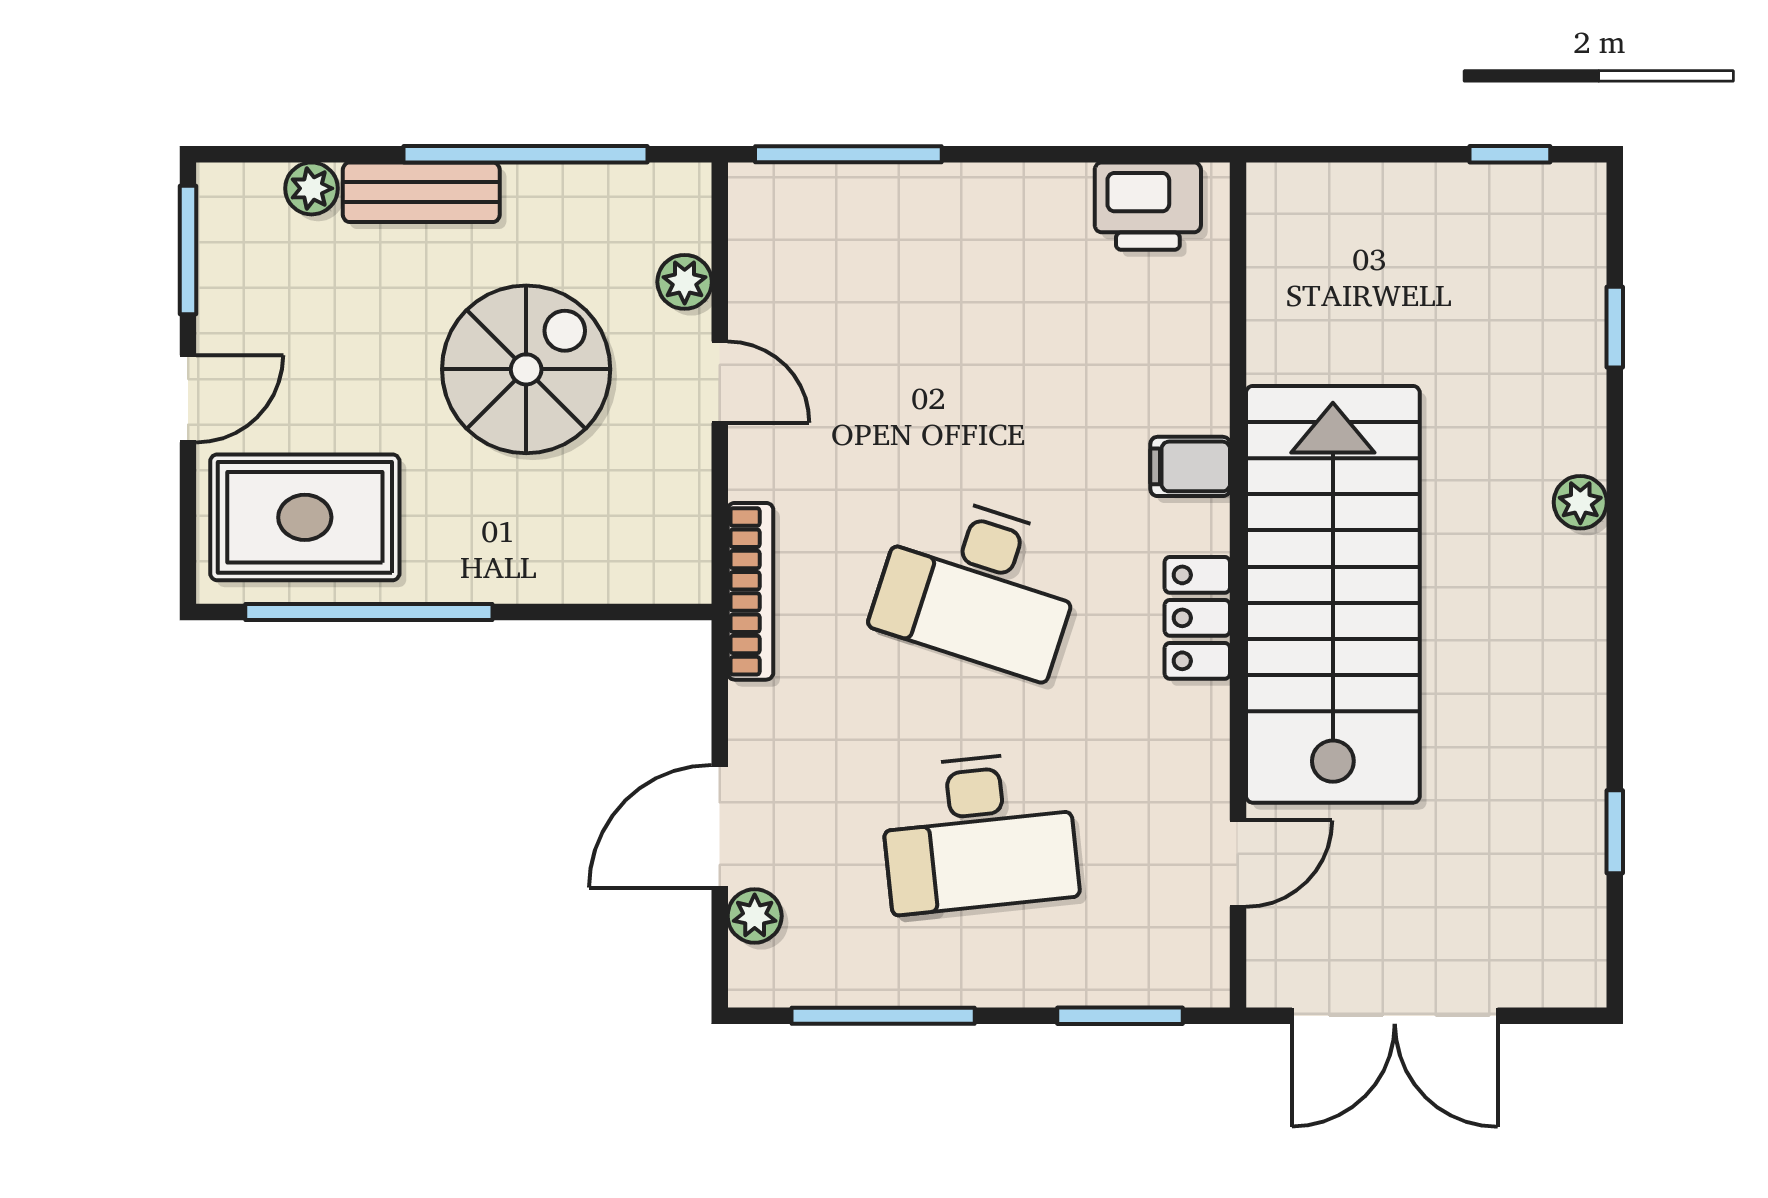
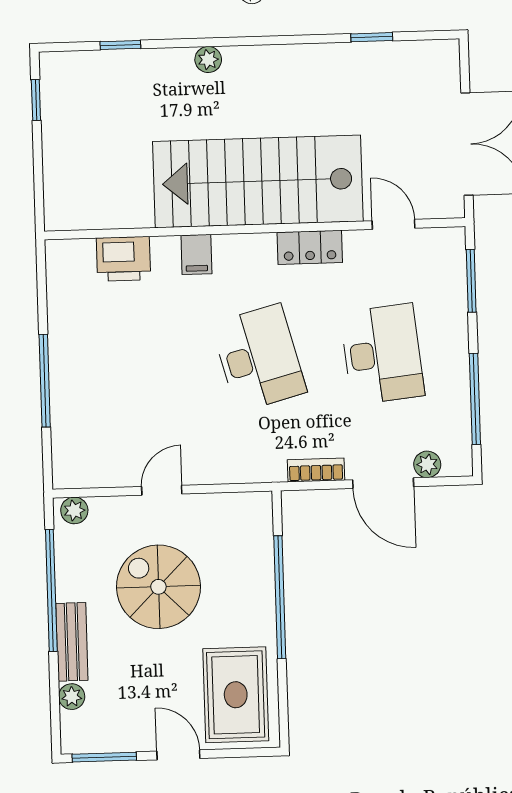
window: (848, 154) -> (45, 381), moved
printer: (1148, 206) -> (123, 259), moved, turned 90
plant: (685, 282) -> (74, 510), moved
desk: (979, 585) -> (259, 358), turned -33
bookcase: (750, 591) -> (316, 470), moved, width x0.64
window: (369, 612) -> (280, 597), moved
locker: (1197, 618) -> (310, 247), moved

